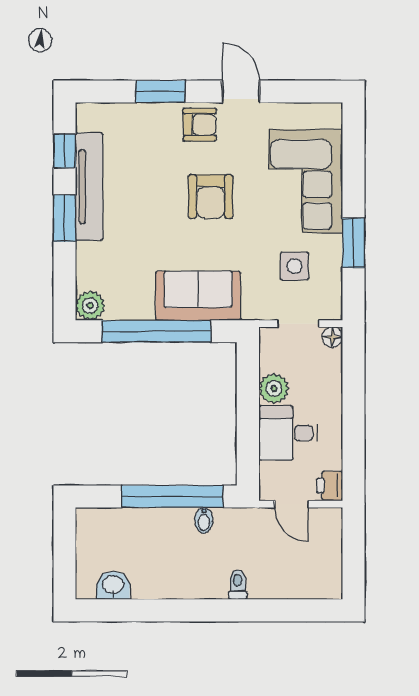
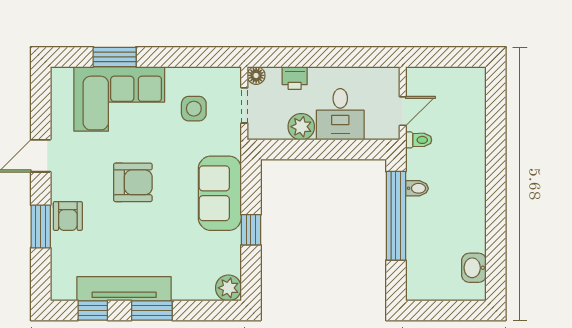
armchair: (200, 125) -> (68, 216), moved, turned 180
window: (353, 243) -> (115, 57), moved
window: (156, 331) -> (251, 230), width x0.32
printer: (330, 486) -> (295, 78), moved
toilet: (238, 585) -> (419, 140), moved, turned 180

